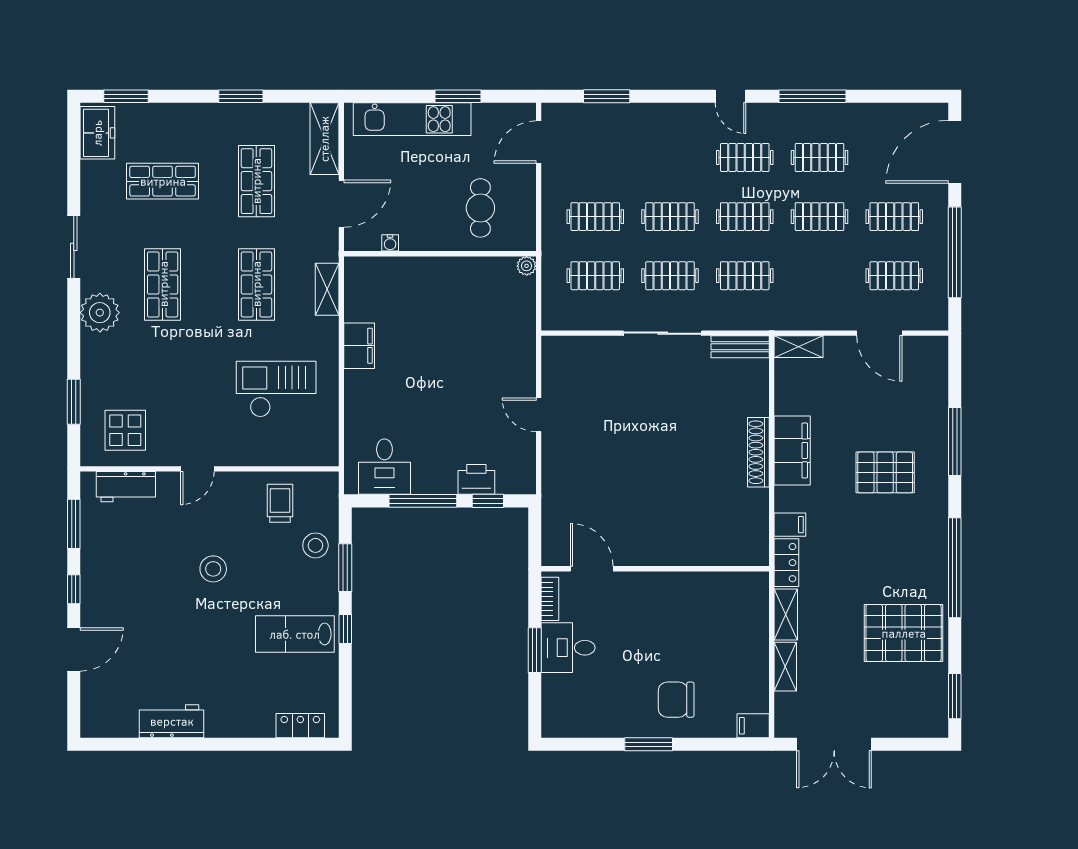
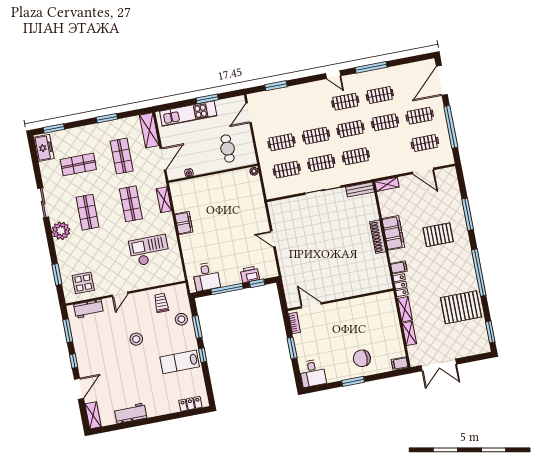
desk: (568, 648) -> (313, 373), moved, turned -90
shelving: (92, 710) -> (93, 415), added

